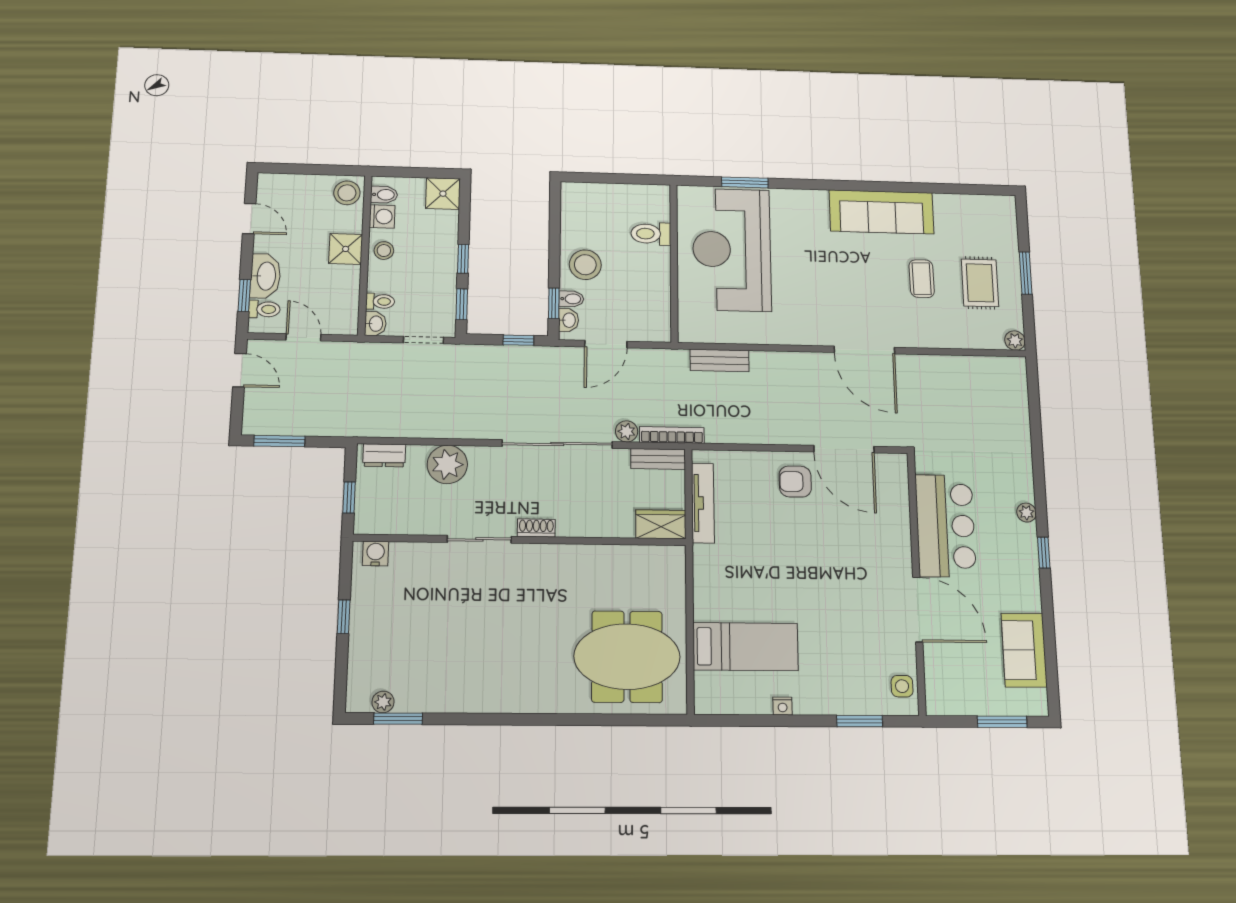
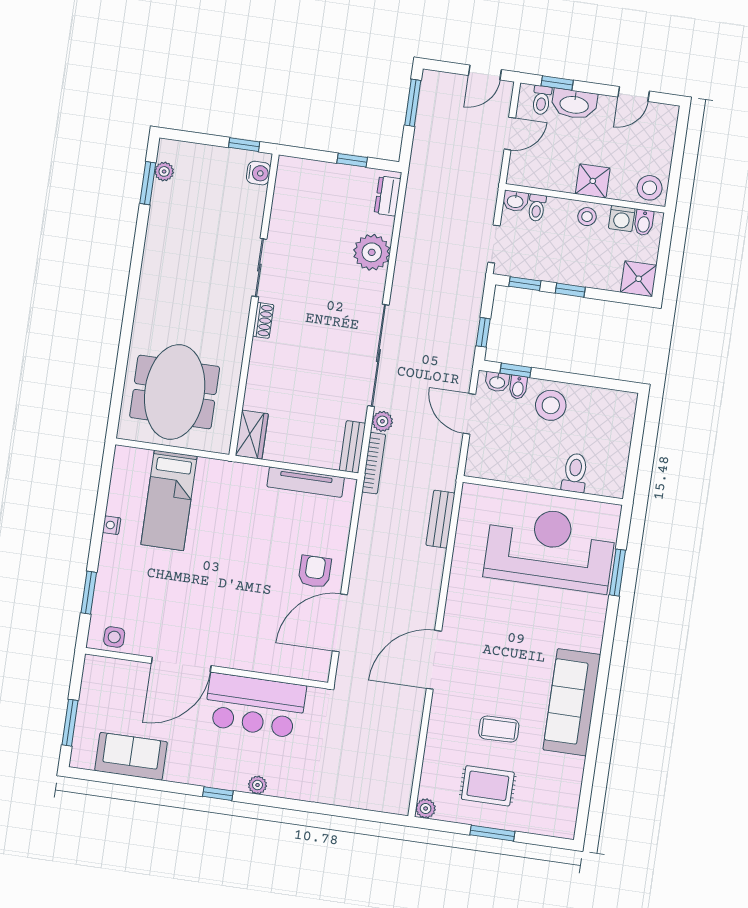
wardrobe: (661, 524) -> (252, 435), moved
shoe rack: (536, 528) -> (263, 320), moved
sliding door: (479, 539) -> (259, 268), moved
wall: (521, 540) -> (254, 305), moved
water cooler: (376, 554) -> (259, 173), moved

